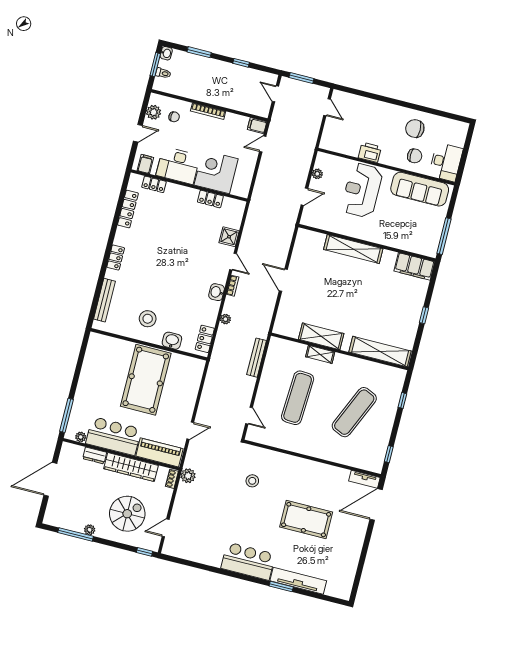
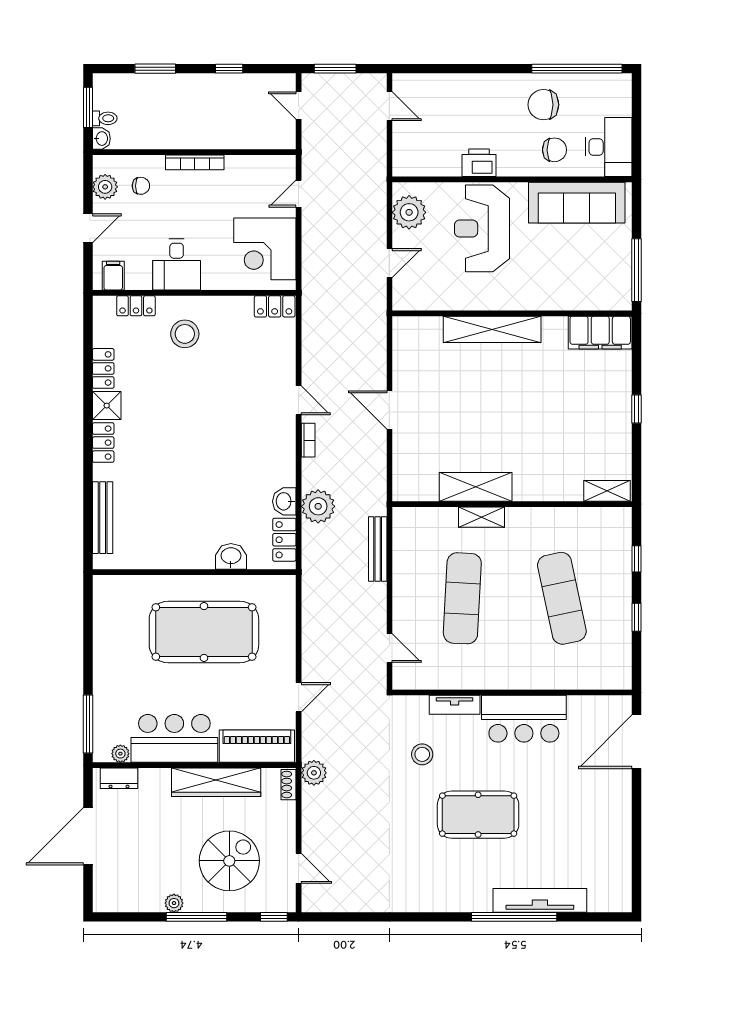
washbasin: (166, 53) -> (101, 139), moved
window: (439, 113) -> (577, 69), added
filing cabinet: (257, 126) -> (282, 166), removed
desk: (178, 165) -> (177, 265), width x0.73
corner desk: (216, 172) -> (265, 249), moved, turned -90
plant: (317, 174) -> (409, 212), width x1.88, depth x1.88
locker: (210, 199) -> (275, 306), moved
locker: (128, 209) -> (103, 368), width x0.66
shower: (229, 237) -> (107, 406), moved
washbasin: (217, 292) -> (284, 501), moved
stool: (148, 319) -> (185, 334), moved
plant: (225, 319) -> (318, 506), width x1.88, depth x1.88
shelving: (380, 352) -> (607, 491), width x0.45, depth x0.75
pool table: (146, 380) -> (204, 632), turned 90
exercise mat: (354, 412) -> (562, 598), turned -36
window: (389, 454) -> (637, 617), moved
dresser: (95, 455) -> (119, 778), moved
tv unit: (364, 479) -> (455, 705), moved
pool table: (306, 520) -> (478, 815), moved
door: (166, 528) -> (299, 868), swing flipped
window: (76, 534) -> (197, 917), moved
bar counter: (248, 561) -> (524, 719), moved, turned 180
window: (281, 587) -> (514, 917), width x2.11

